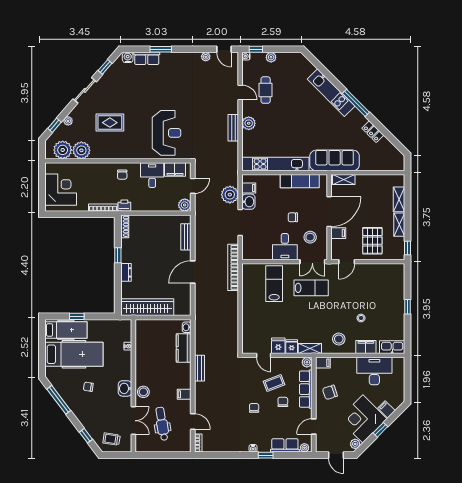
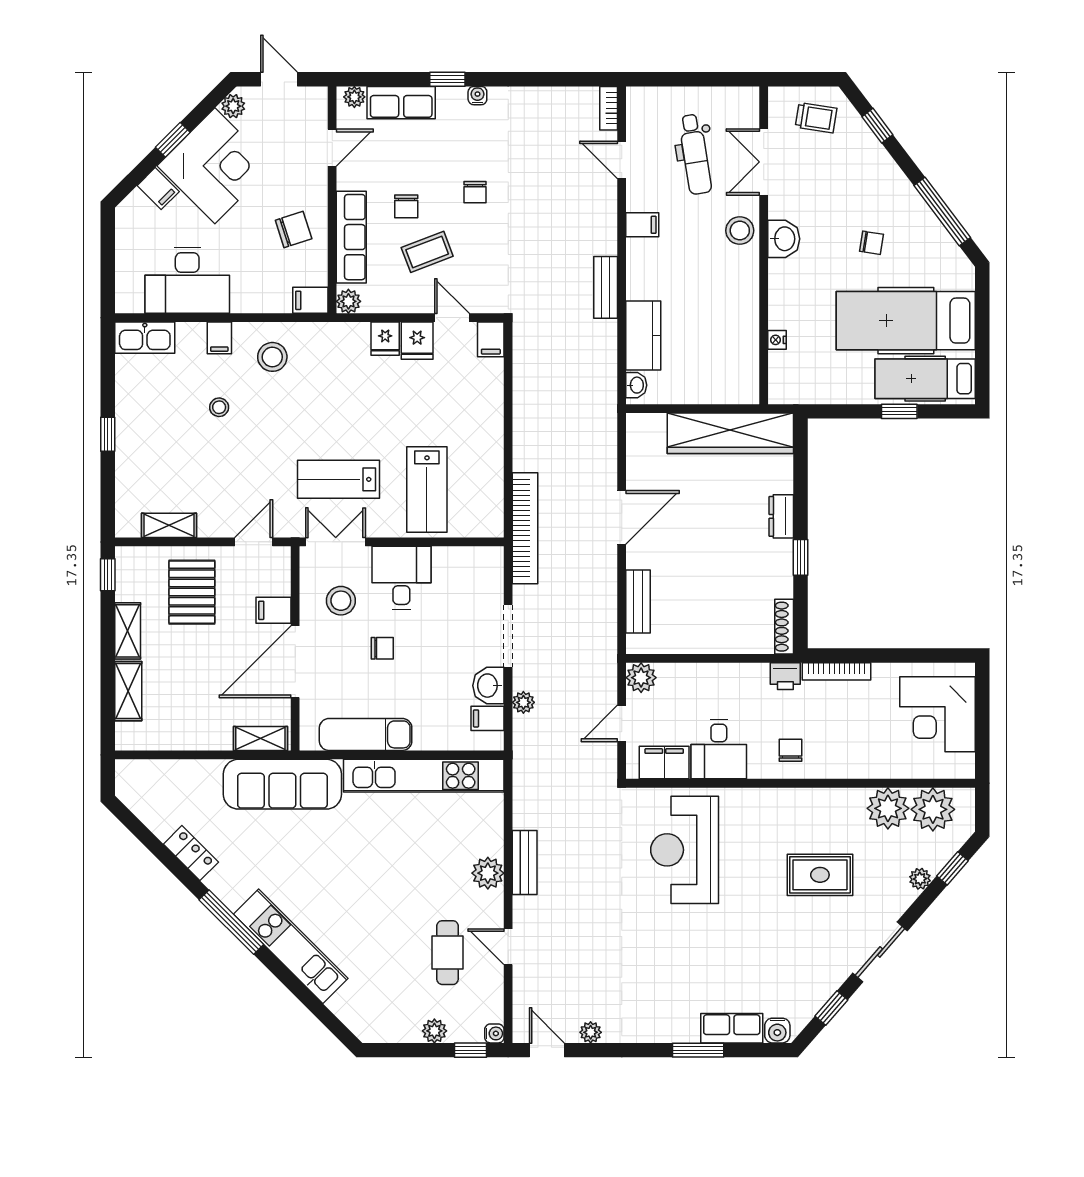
plant: (230, 195) -> (523, 702), width x0.53, depth x0.53
filing cabinet: (247, 346) -> (491, 339), added
filing cabinet: (366, 347) -> (219, 338), width x0.50
shelving: (310, 349) -> (169, 525), moved

